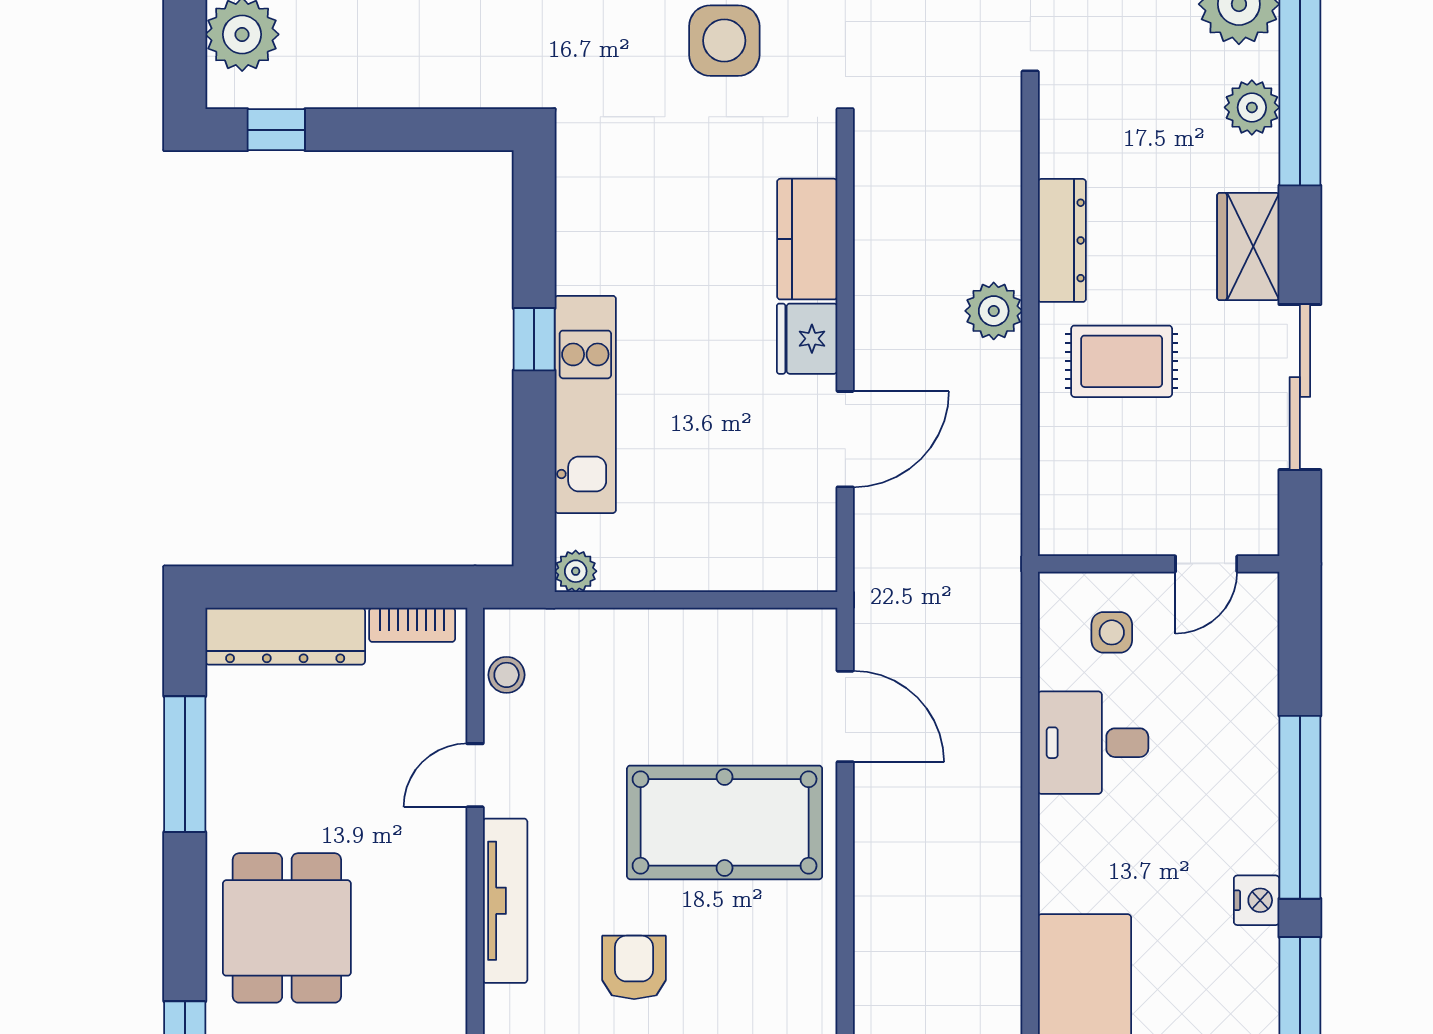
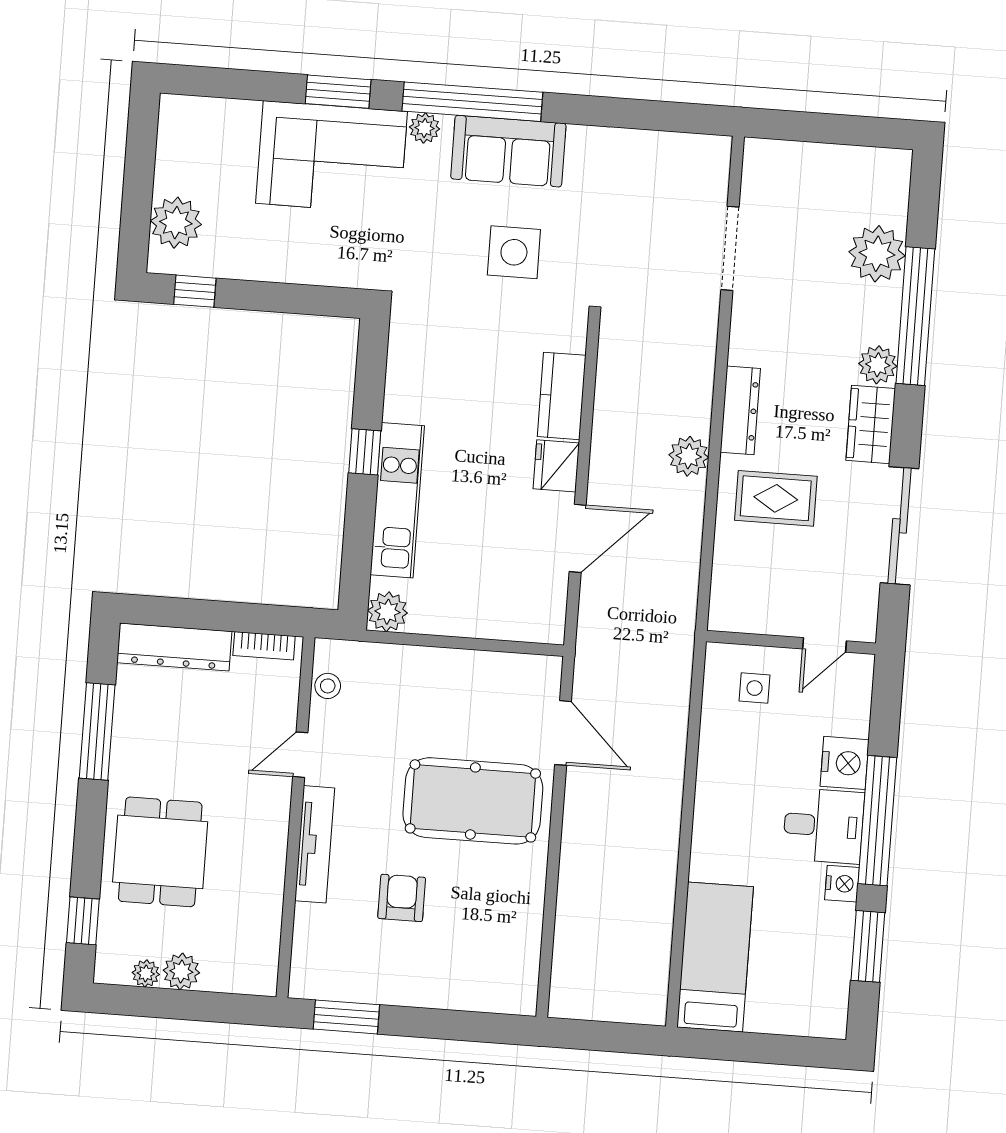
plant: (1252, 107) -> (878, 365), moved
plant: (576, 571) -> (388, 612), width x1.38, depth x1.38
nightstand: (1247, 729) -> (845, 763), added
desk: (1093, 743) -> (823, 826), moved, turned 180

